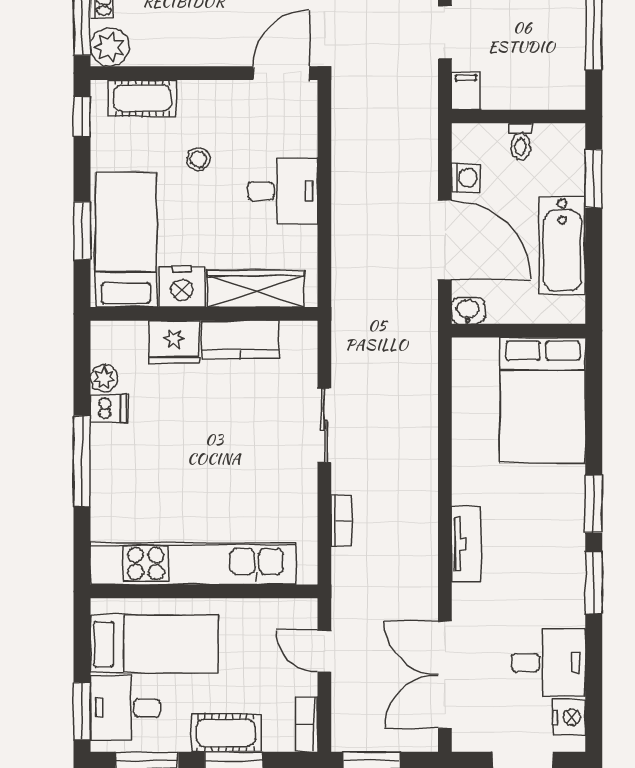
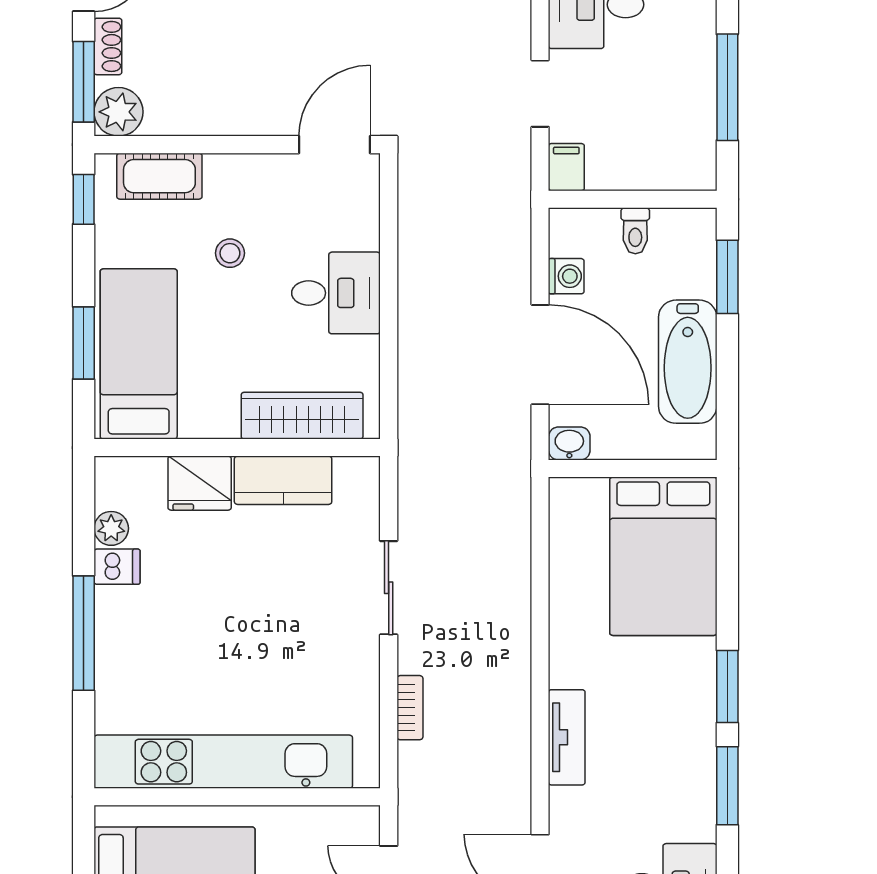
nightstand: (182, 287) -> (209, 413), removed

